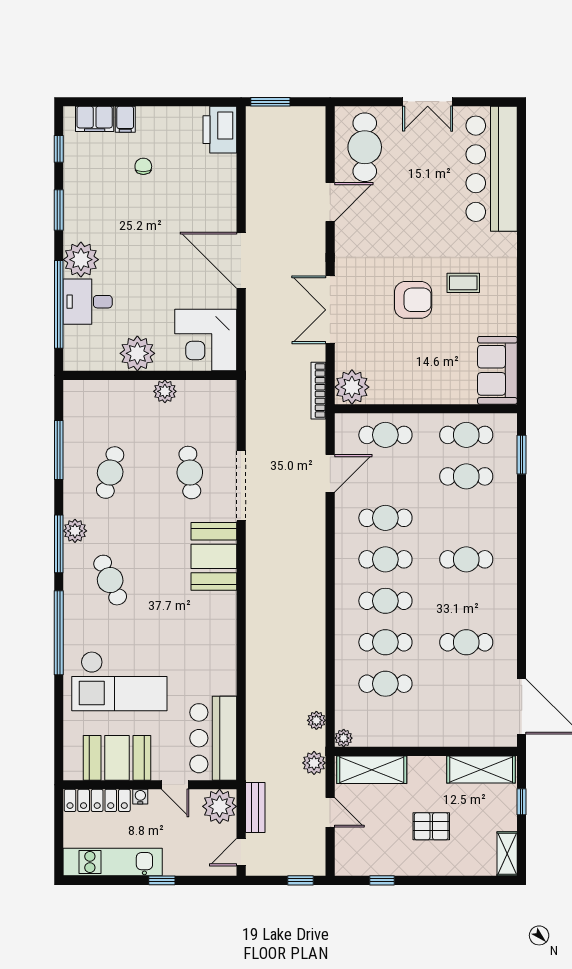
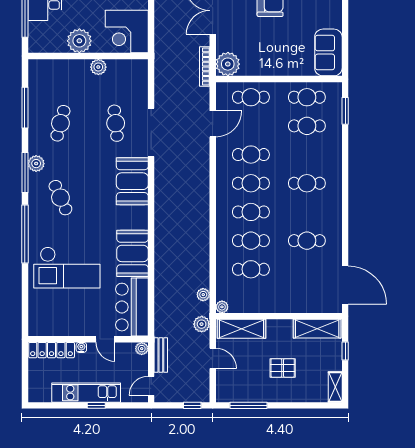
booth: (117, 758) -> (133, 253), moved, turned 90
plant: (220, 806) -> (142, 349), width x0.53, depth x0.53
kitchen unit: (113, 862) -> (86, 393), moved
window: (382, 880) -> (249, 405), width x2.17

